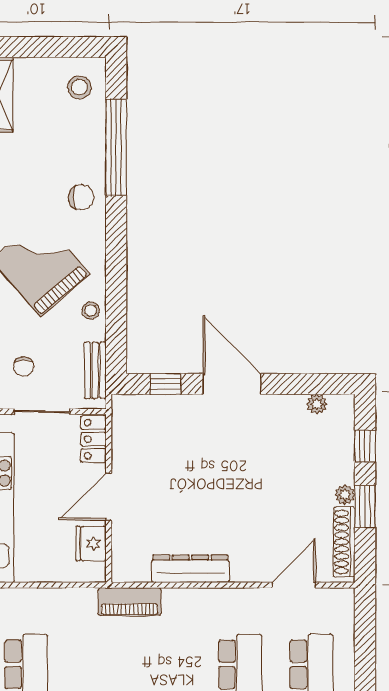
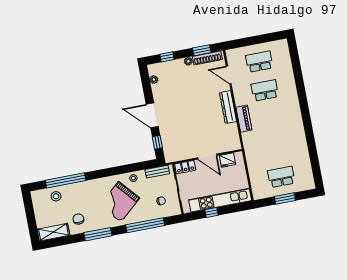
stool: (79, 87) -> (56, 196), moved
chair: (81, 197) -> (78, 219), moved
door: (232, 384) -> (152, 115), hinge flipped
window: (365, 507) -> (202, 50), moved
dresser: (190, 569) -> (228, 107), moved
piano: (130, 602) -> (244, 119), moved

